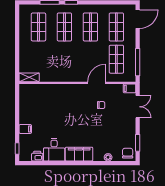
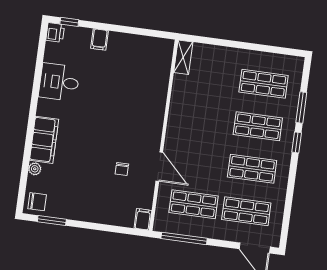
double door: (138, 107) -> (111, 229), removed
filing cabinet: (79, 154) -> (44, 140), moved
printer: (37, 156) -> (55, 33), moved

